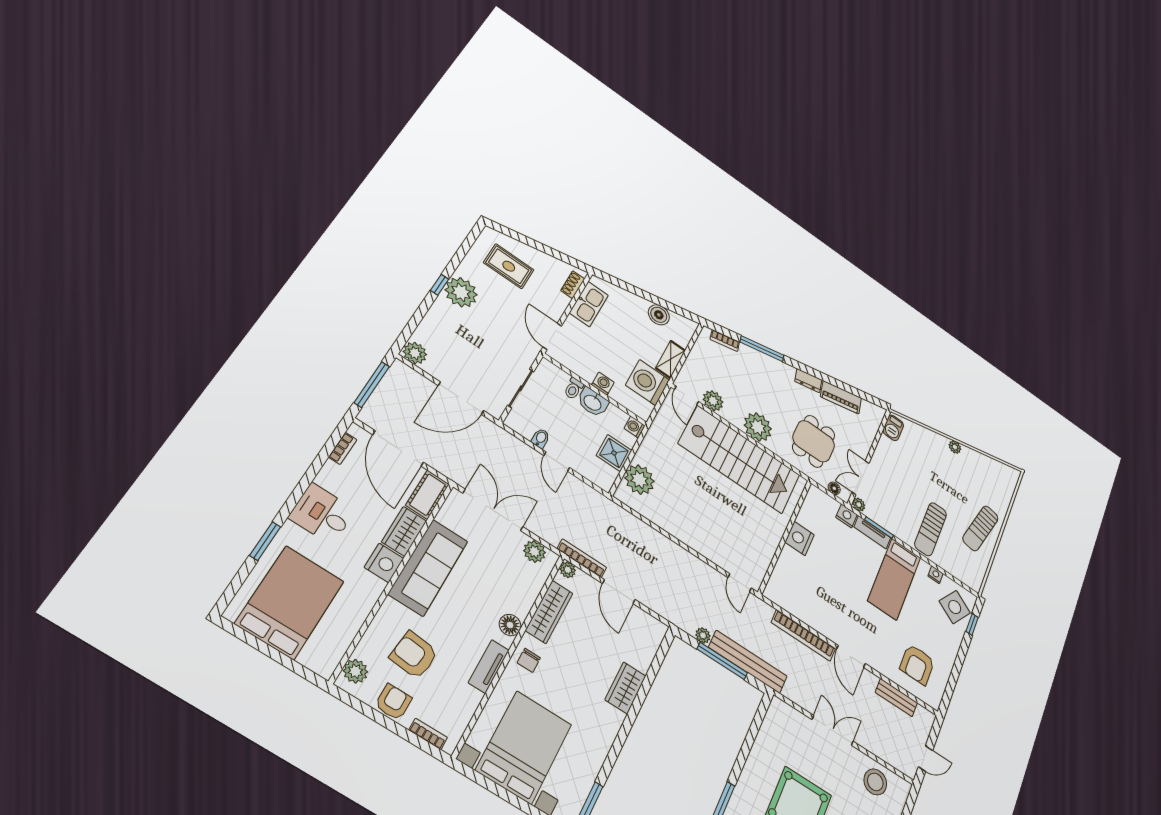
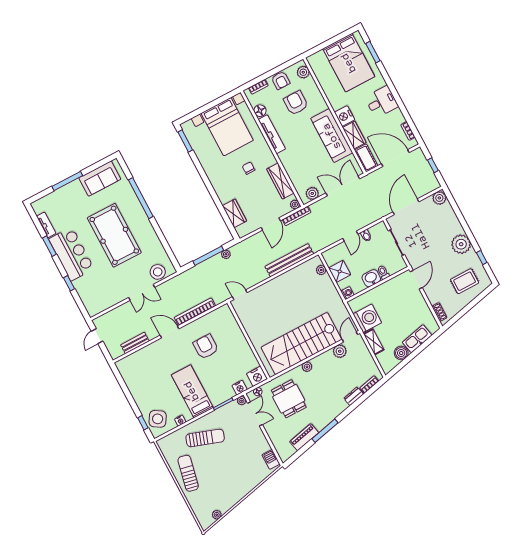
window: (440, 285) -> (482, 257), moved
kitchen sink: (589, 304) -> (417, 339), moved, turned 77
door: (552, 336) -> (416, 280), hinge flipped
window: (762, 349) -> (325, 431), moved
dresser: (808, 381) -> (354, 396), moved
washing machine: (603, 384) -> (378, 291), removed
window: (372, 385) -> (433, 165), width x0.46
door: (686, 396) -> (350, 337), hinge flipped
plant: (758, 427) -> (307, 367), width x0.53, depth x0.53
plant: (955, 447) -> (217, 515), moved
door: (557, 462) -> (350, 236), swing flipped
plant: (639, 480) -> (321, 270), width x0.53, depth x0.53
double door: (493, 510) -> (343, 186), swing flipped
sun lounger: (931, 529) -> (205, 438), turned 109
tv unit: (872, 532) -> (223, 397), removed
nightstand: (800, 538) -> (257, 376), moved, turned 90
window: (265, 541) -> (373, 52), moved
door: (619, 592) -> (271, 224), swing flipped
floor lamp: (510, 625) -> (260, 111), moved
armchair: (414, 655) -> (296, 103), turned -96
chair: (529, 660) -> (249, 168), moved
bench: (748, 662) -> (289, 260), moved
armchair: (917, 664) -> (206, 347), moved
tv unit: (489, 666) -> (272, 134), width x1.41
wardrobe: (626, 688) -> (234, 213), moved
stool: (875, 782) -> (158, 272), moved

